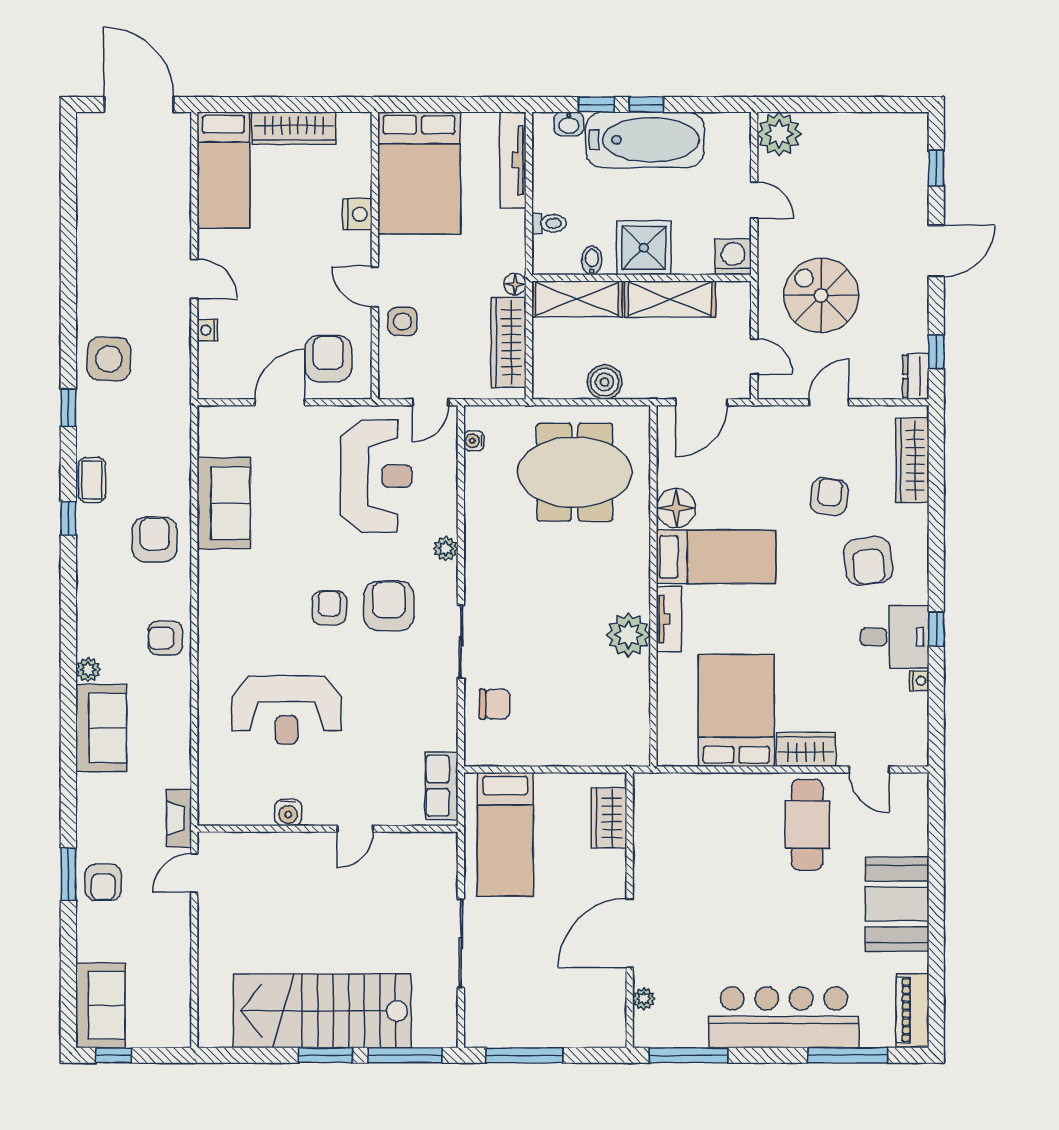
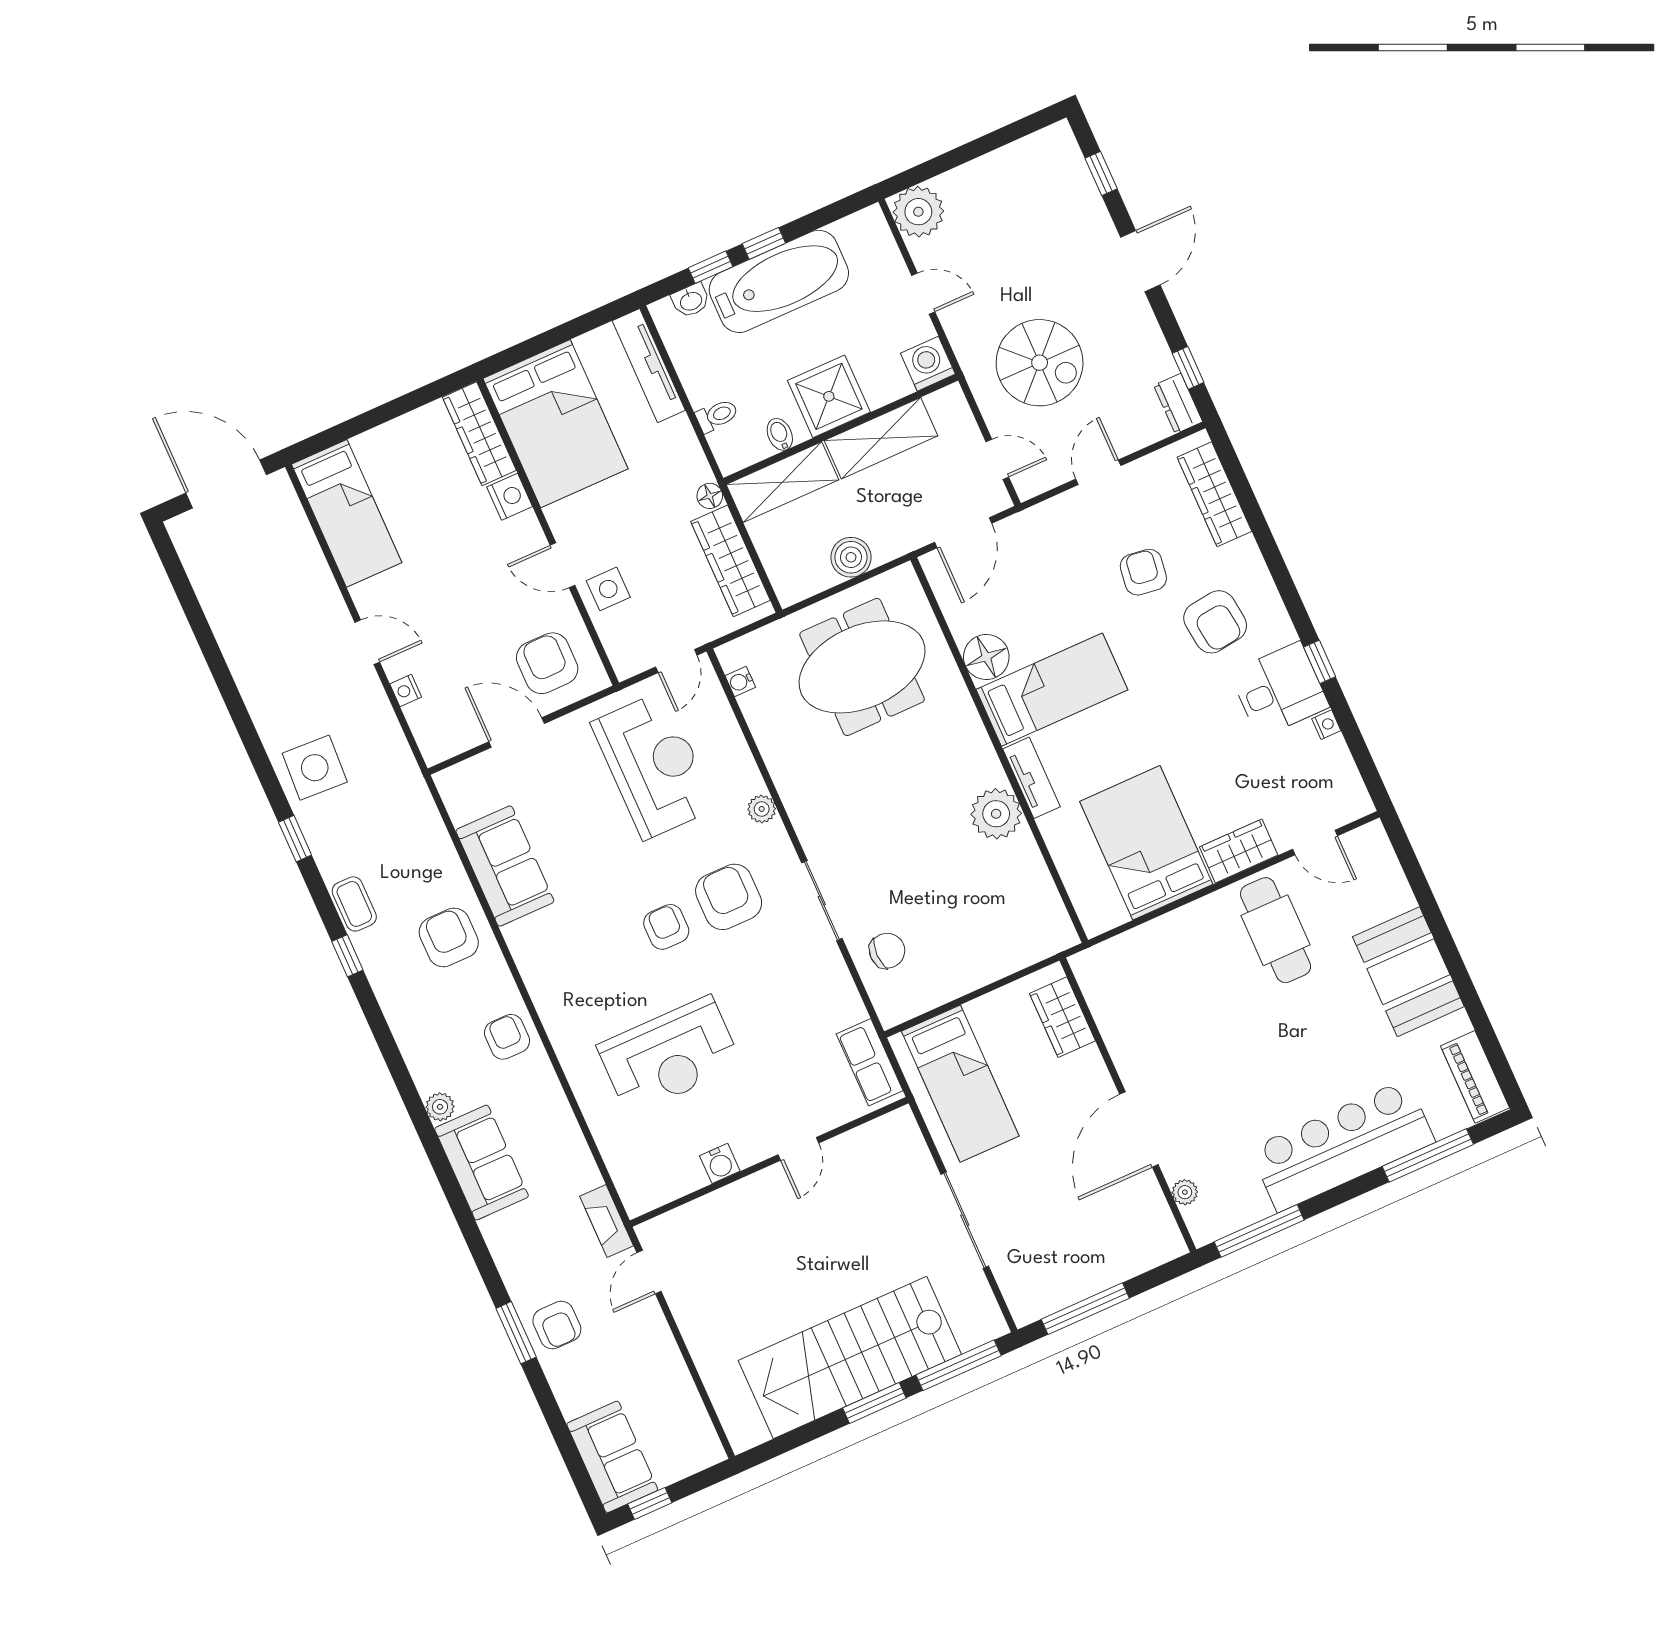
wardrobe: (294, 128) -> (479, 434), moved, turned 90
spiral stairs: (821, 295) -> (1040, 363), turned 180
door: (280, 402) -> (517, 733), hinge flipped
armchair: (165, 638) -> (507, 1037), turned 90

